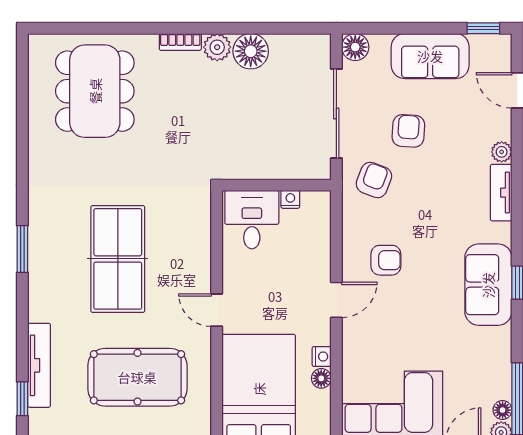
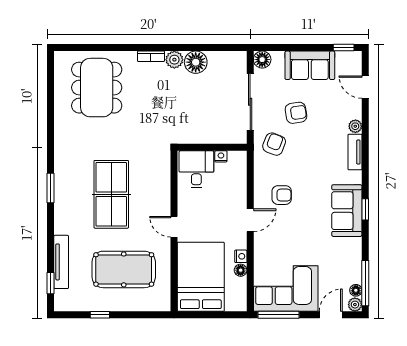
armchair: (408, 131) -> (296, 113), turned 77

